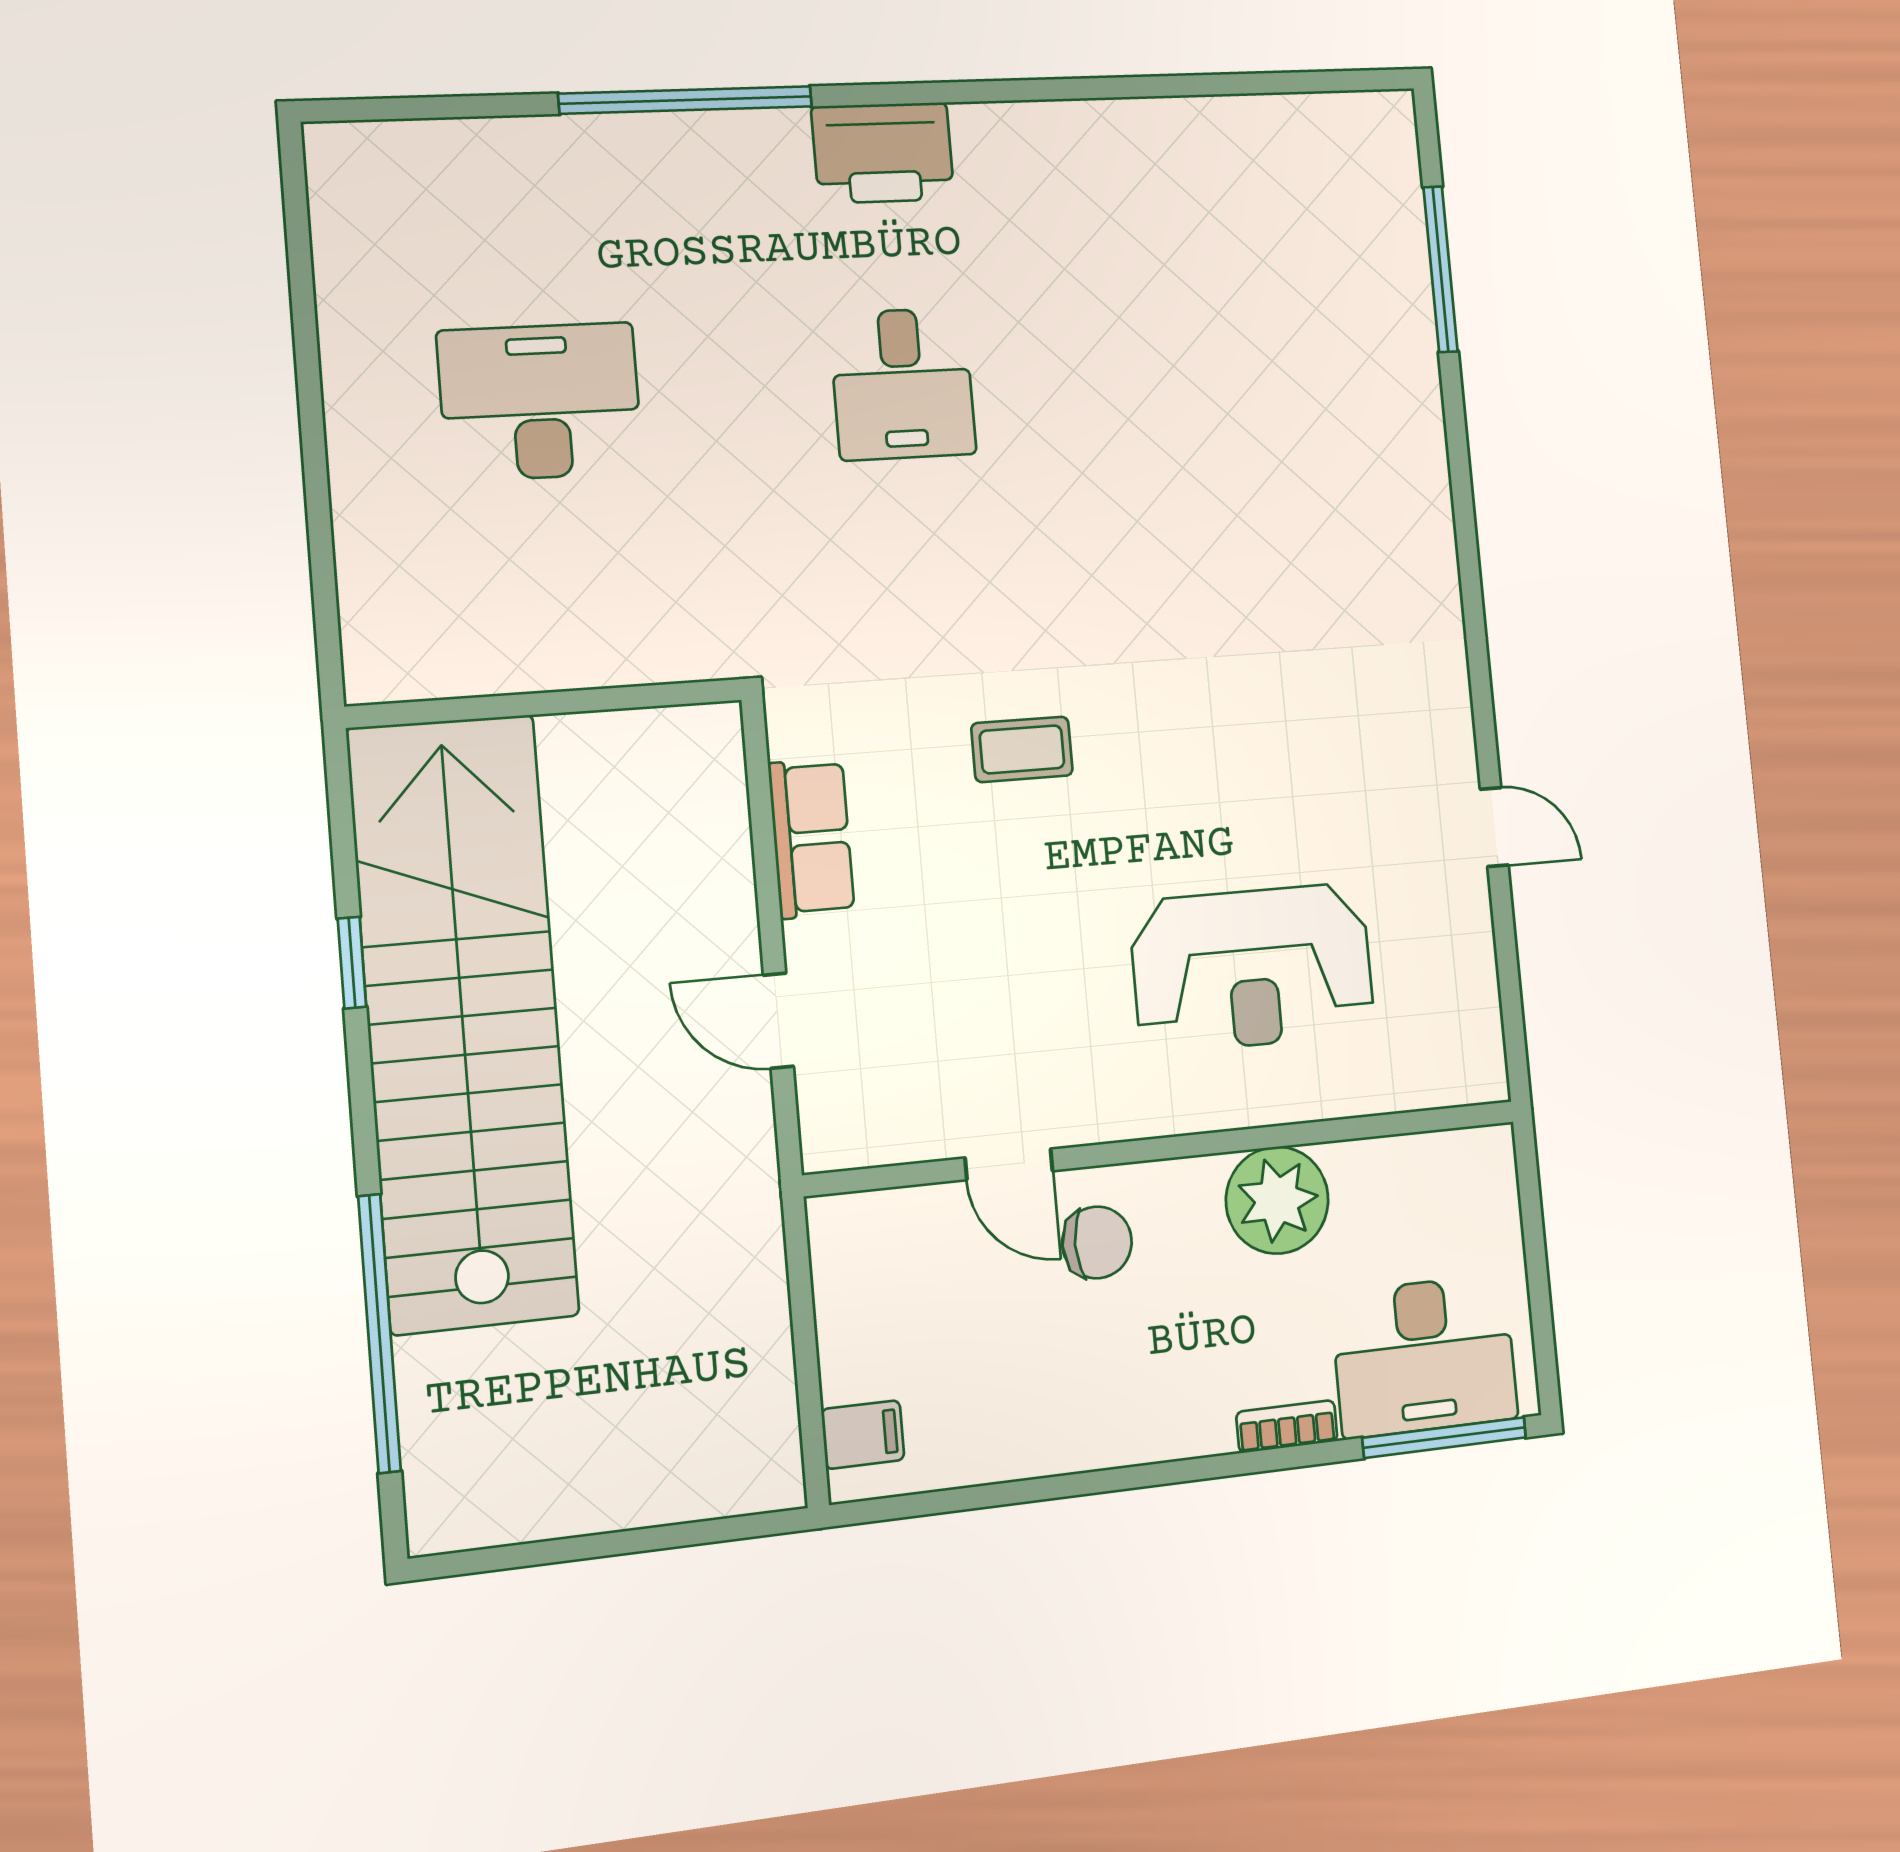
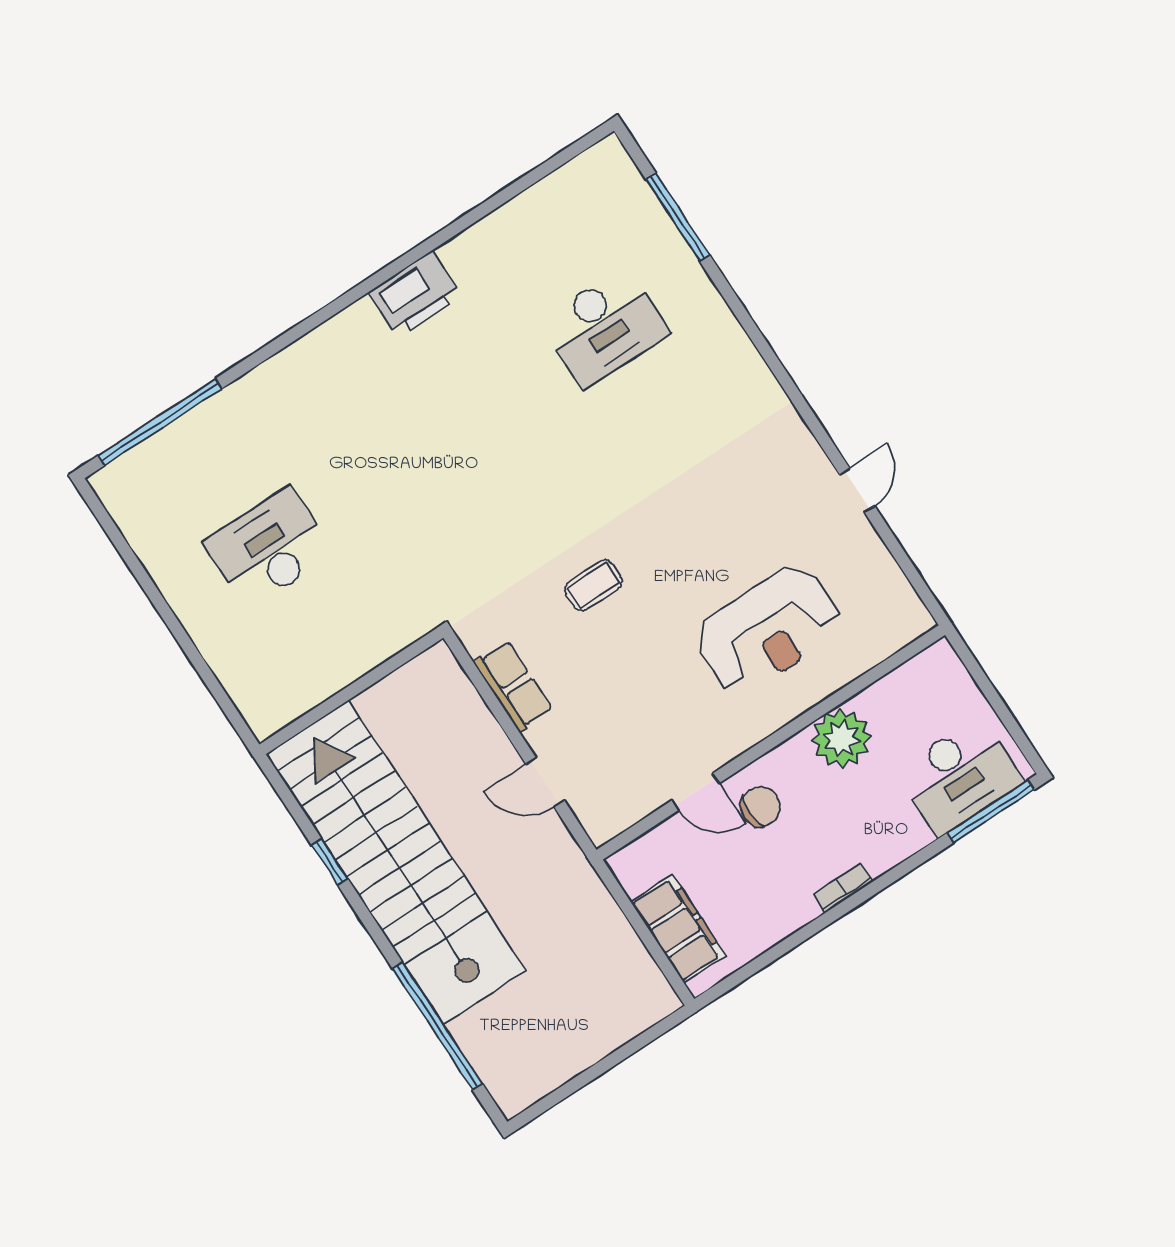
window: (686, 100) -> (160, 422), moved
printer: (883, 153) -> (415, 294), moved
desk: (903, 384) -> (604, 327), moved, width x1.37
door: (1494, 827) -> (857, 490), hinge flipped
bookcase: (1287, 1426) -> (843, 888), moved
filing cabinet: (863, 1435) -> (678, 929), width x3.00, depth x1.17

